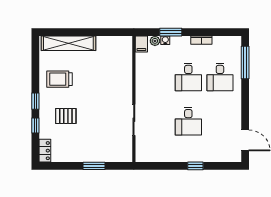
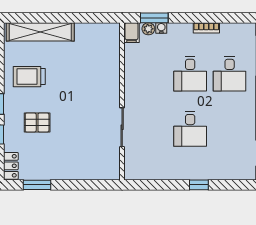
window: (171, 32) -> (154, 18), moved
window: (94, 166) -> (37, 185), moved

